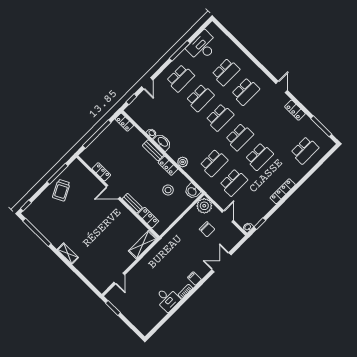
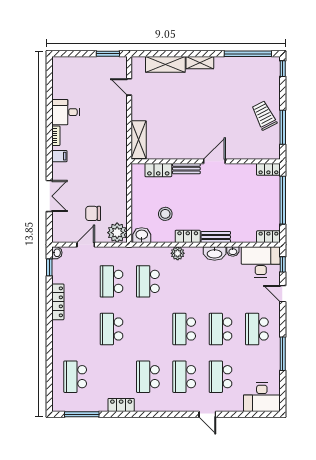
desk: (202, 46) -> (262, 397), moved, turned 90
door: (282, 87) -> (207, 414), moved
desk: (142, 113) -> (261, 262), added
school desk: (240, 137) -> (148, 377), moved
locker: (101, 172) -> (268, 169), moved
locker: (283, 191) -> (58, 302), moved
door: (228, 216) -> (86, 245), swing flipped
shelving: (87, 271) -> (165, 64), added

